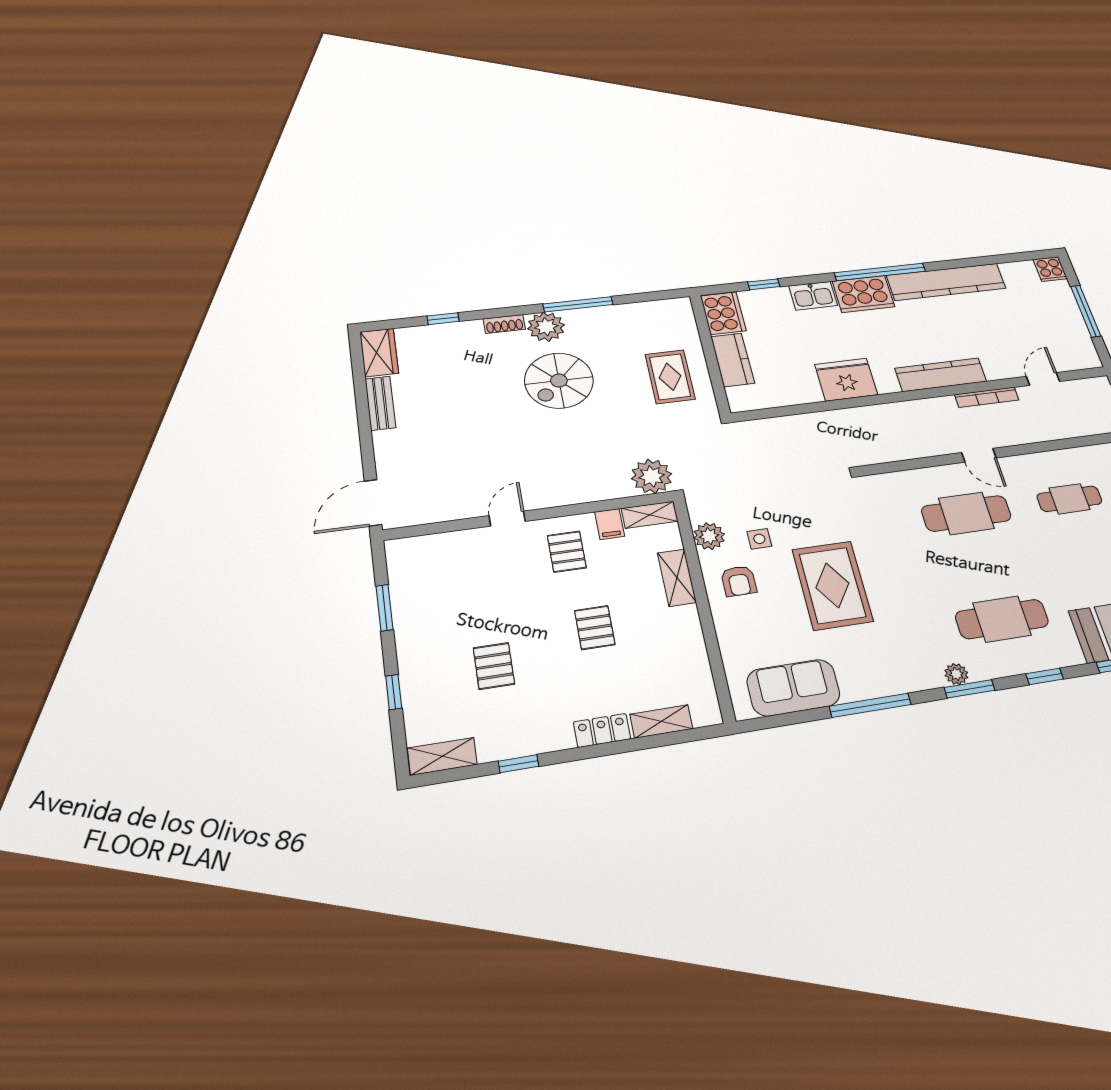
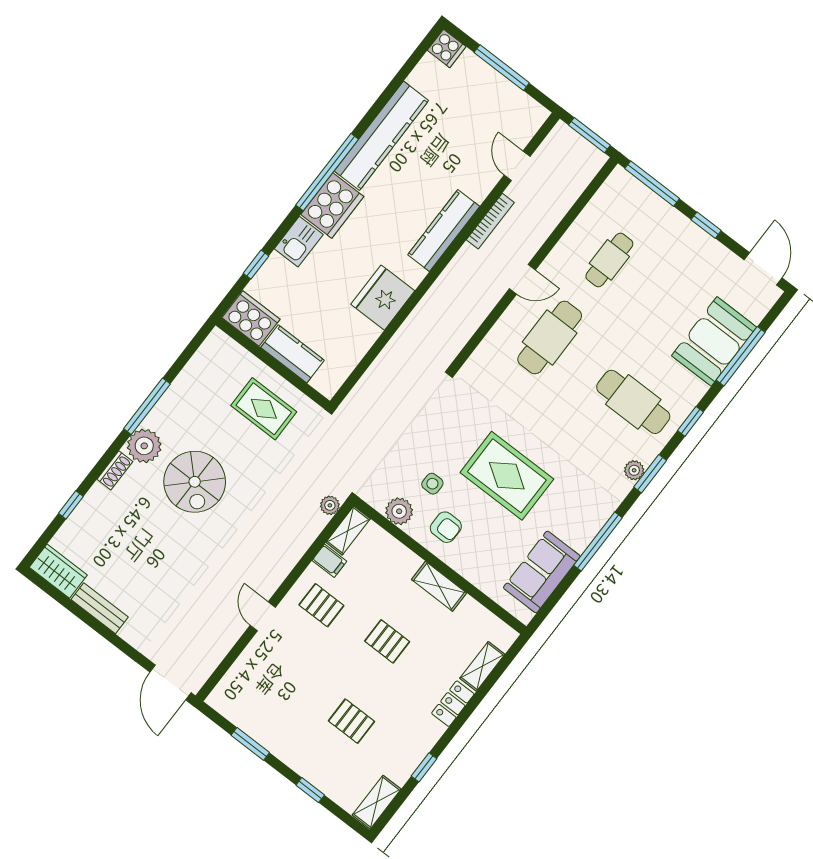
plant: (652, 476) -> (330, 505), width x0.53, depth x0.53
shelving: (677, 578) -> (439, 586), moved
cafe table: (1002, 619) -> (633, 402), turned 90

